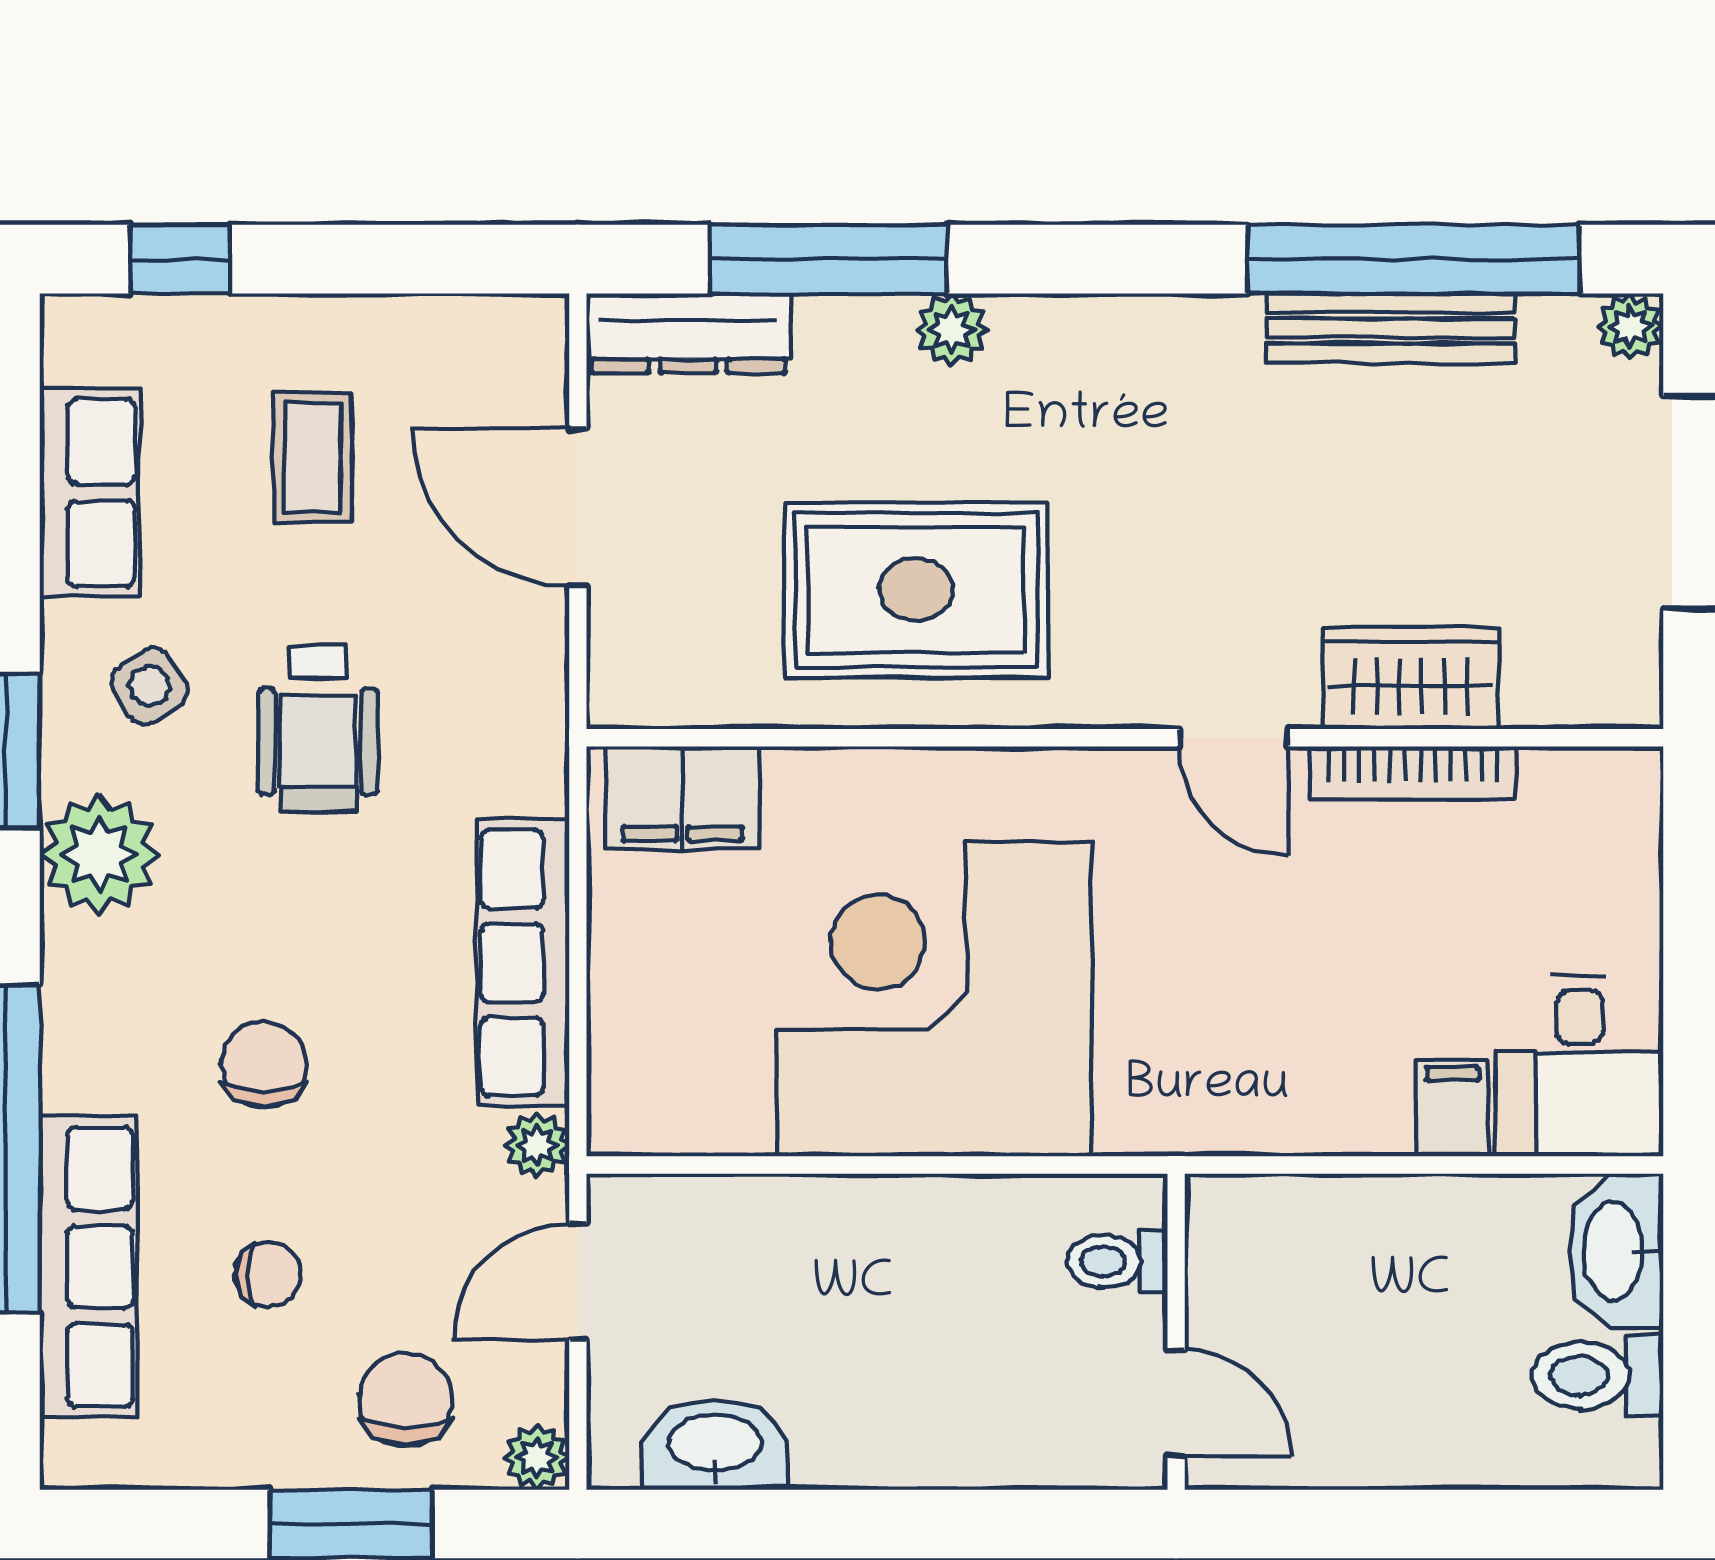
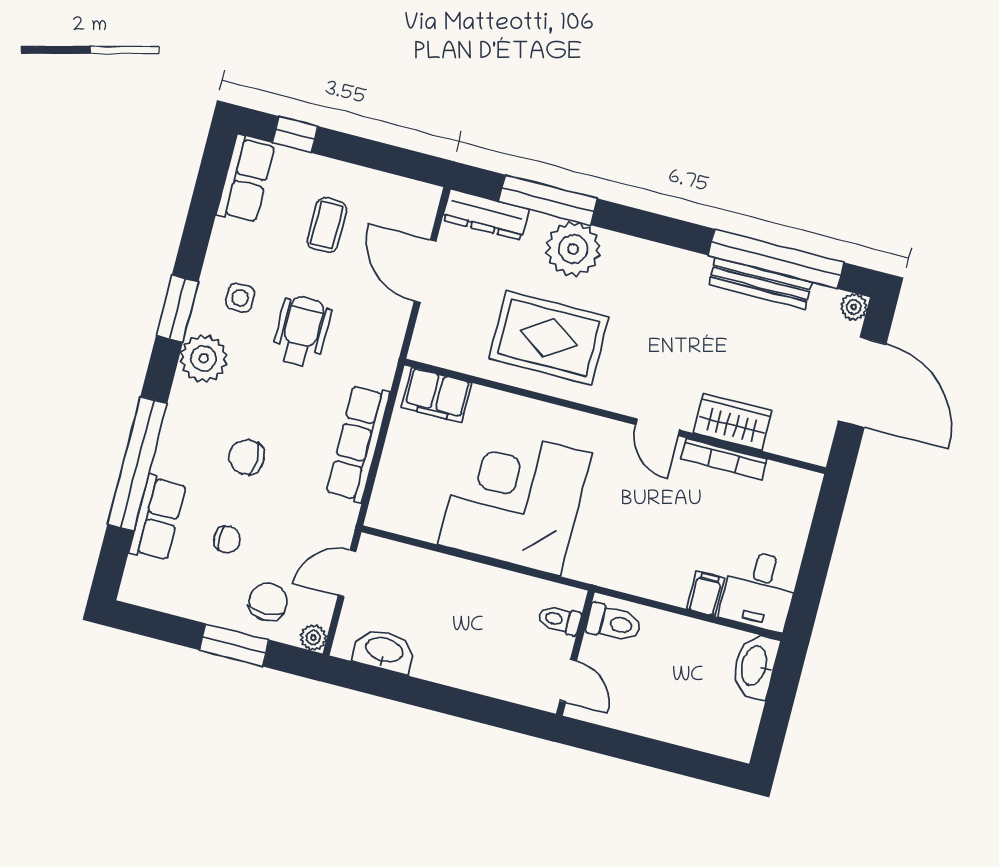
plant: (952, 330) -> (573, 249), width x1.87, depth x1.87
row of seats: (89, 493) -> (246, 179), moved
side table: (150, 686) -> (240, 298), turned 33
wheelchair: (318, 728) -> (302, 331), turned 180
chair: (264, 1065) -> (247, 457), turned -90
plant: (537, 1145) -> (345, 516), removed
row of seats: (88, 1267) -> (158, 518), width x0.68
toilet: (1598, 1376) -> (614, 623), moved, turned 180

